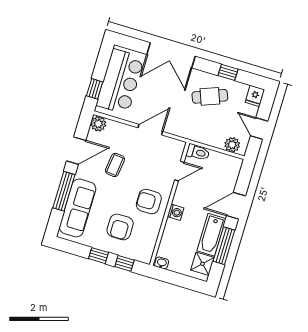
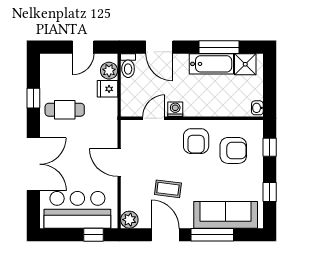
cafe table: (210, 96) -> (65, 110), turned -69
fridge: (255, 96) -> (107, 89), moved, turned 180
toilet: (198, 152) -> (128, 66), moved, turned 180
door: (179, 171) -> (154, 118), hinge flipped
door: (236, 206) -> (159, 47), moved
washing machine: (176, 212) -> (175, 109), moved
armchair: (120, 227) -> (233, 150), moved
window: (99, 256) -> (270, 192), moved

